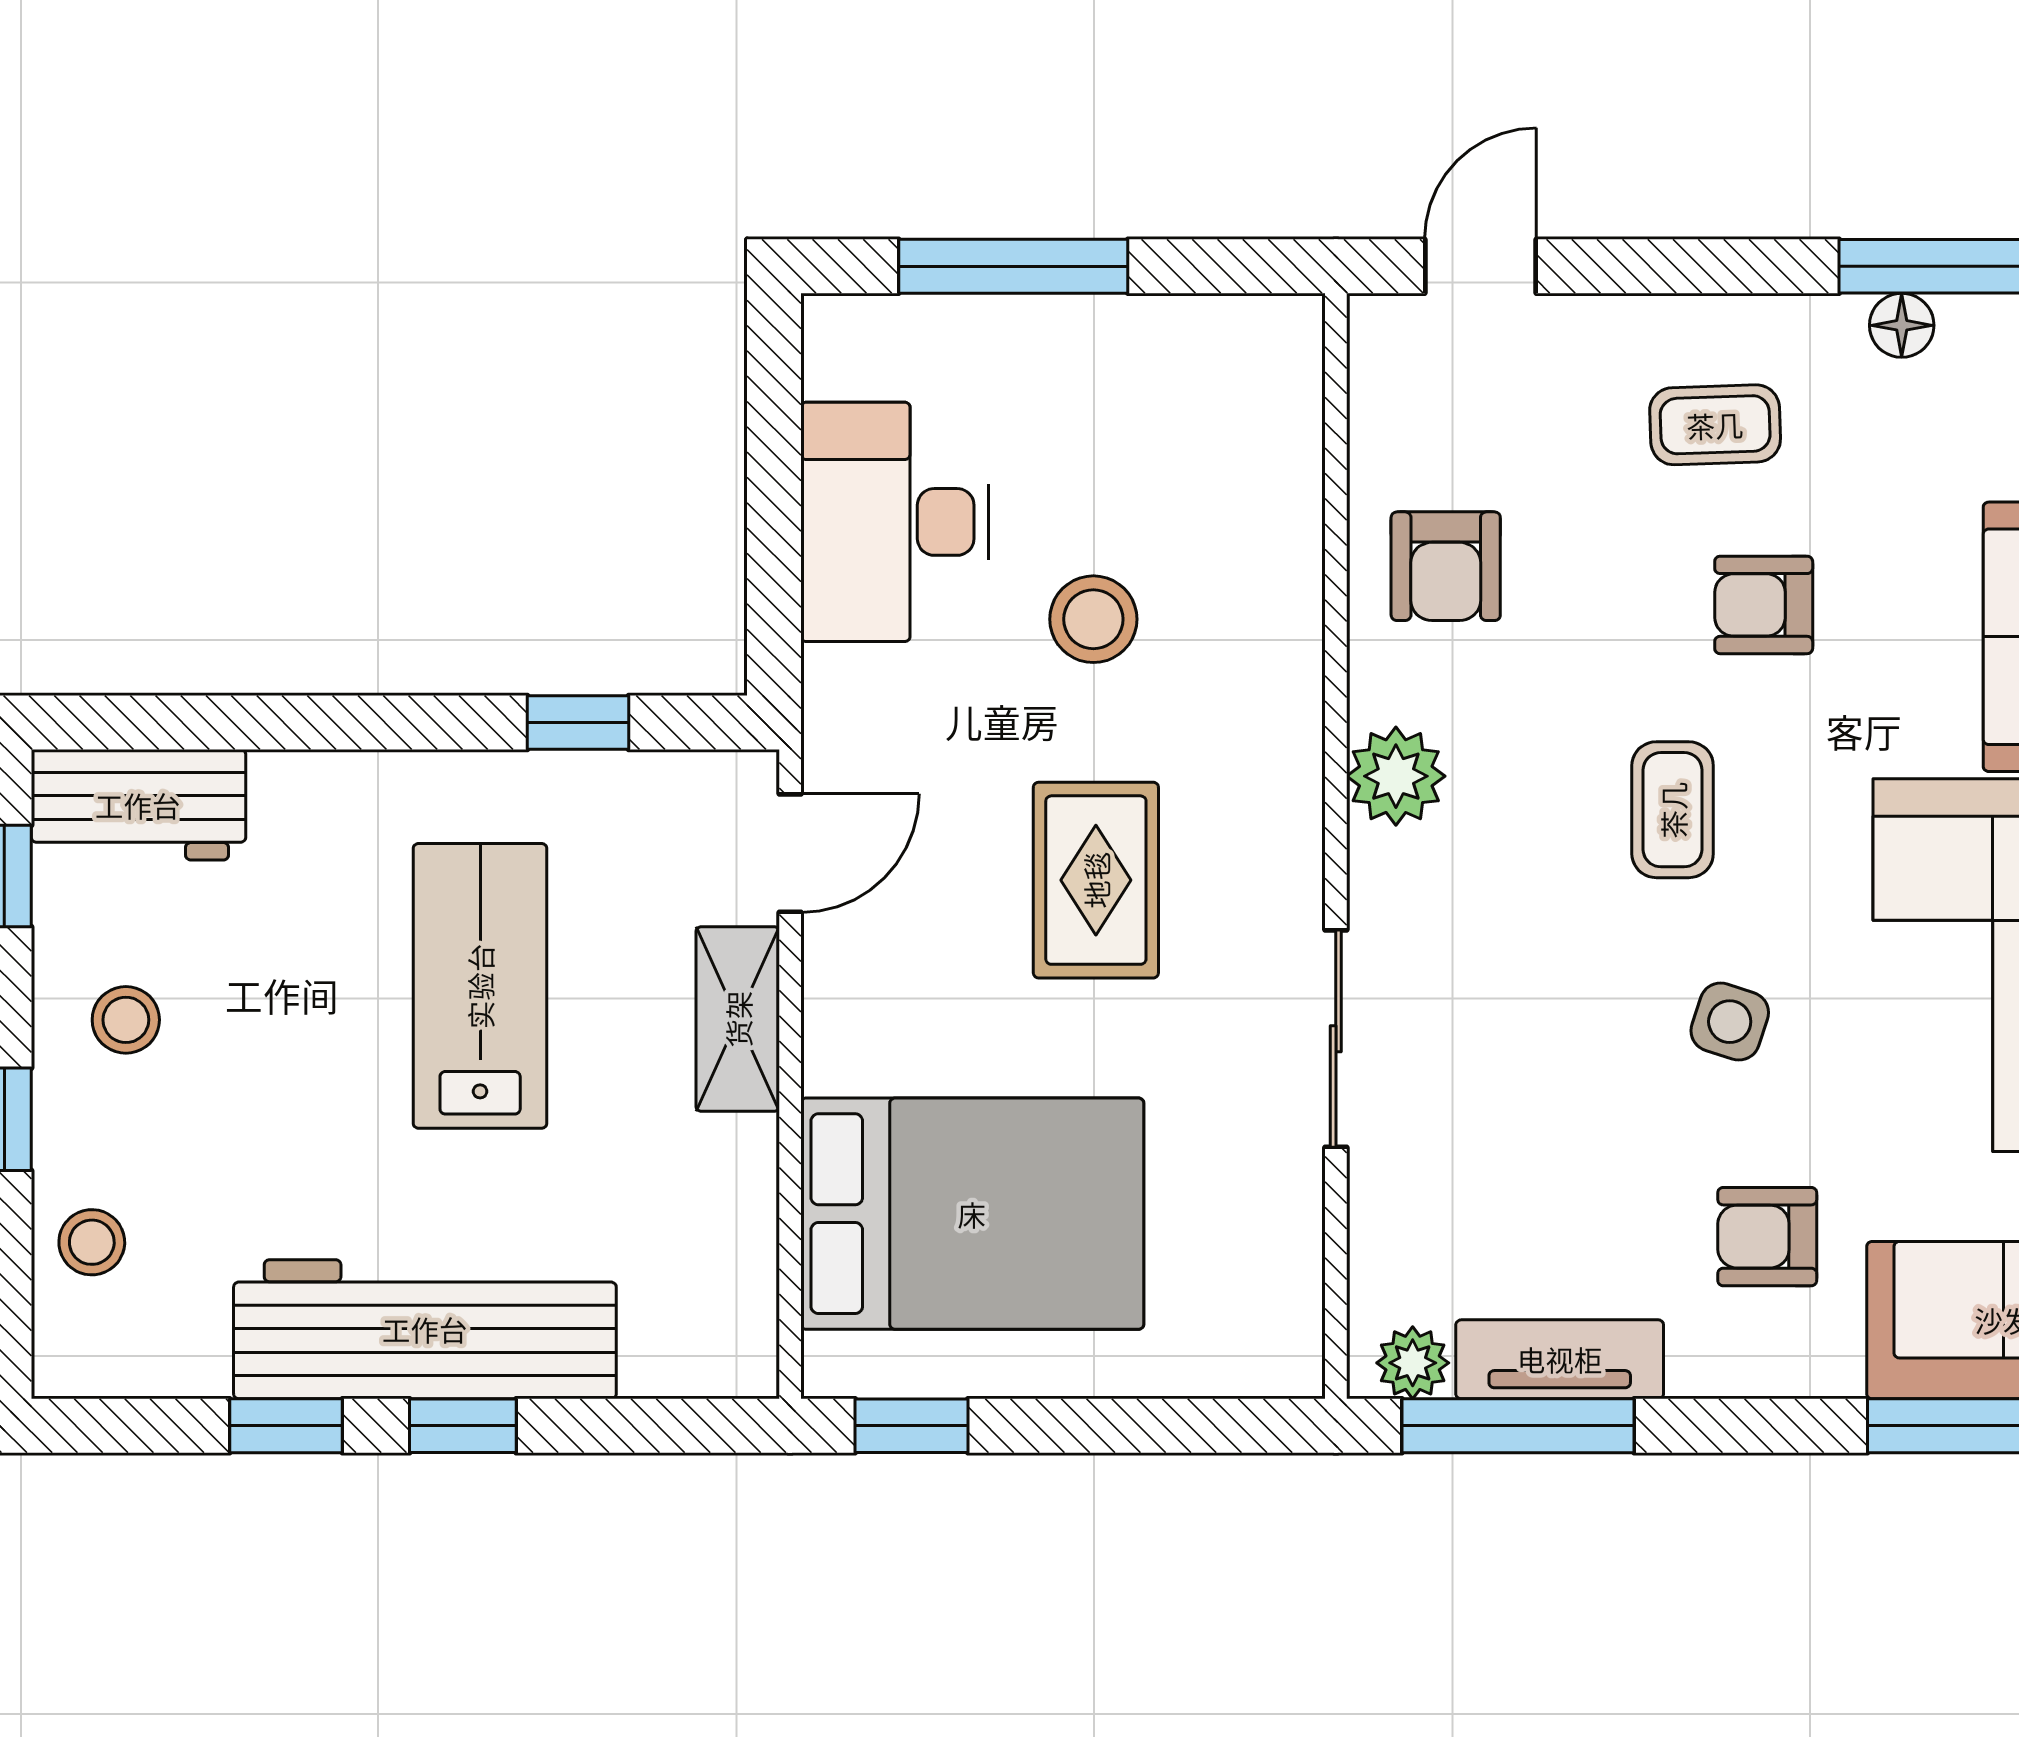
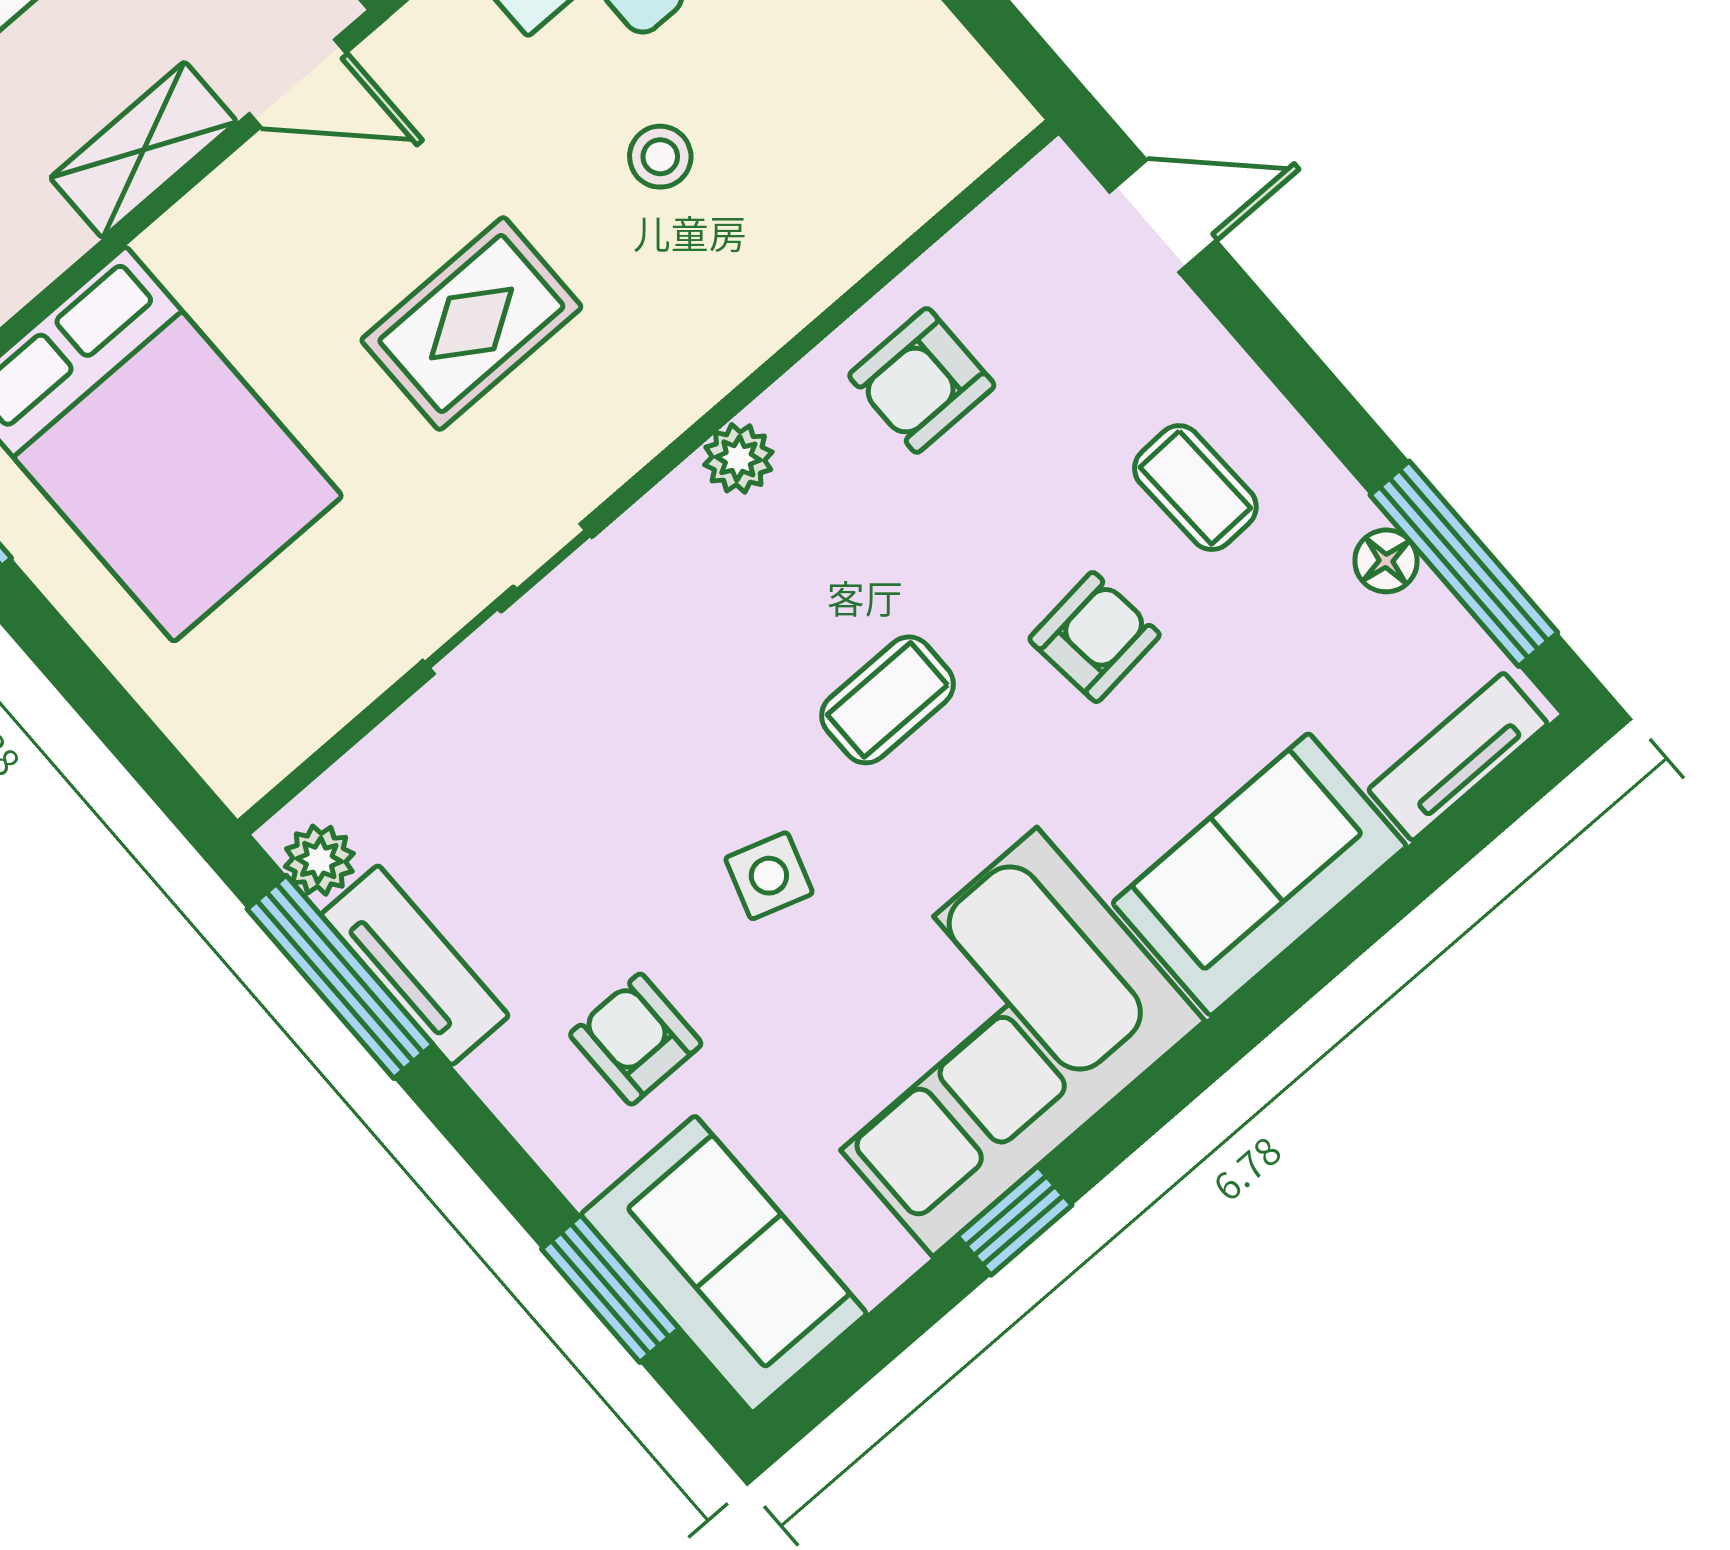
armchair: (1764, 605) -> (1095, 637), turned 84
stool: (1093, 619) -> (660, 157), width x0.73, depth x0.73
plant: (1396, 776) -> (738, 458), width x0.73, depth x0.73

